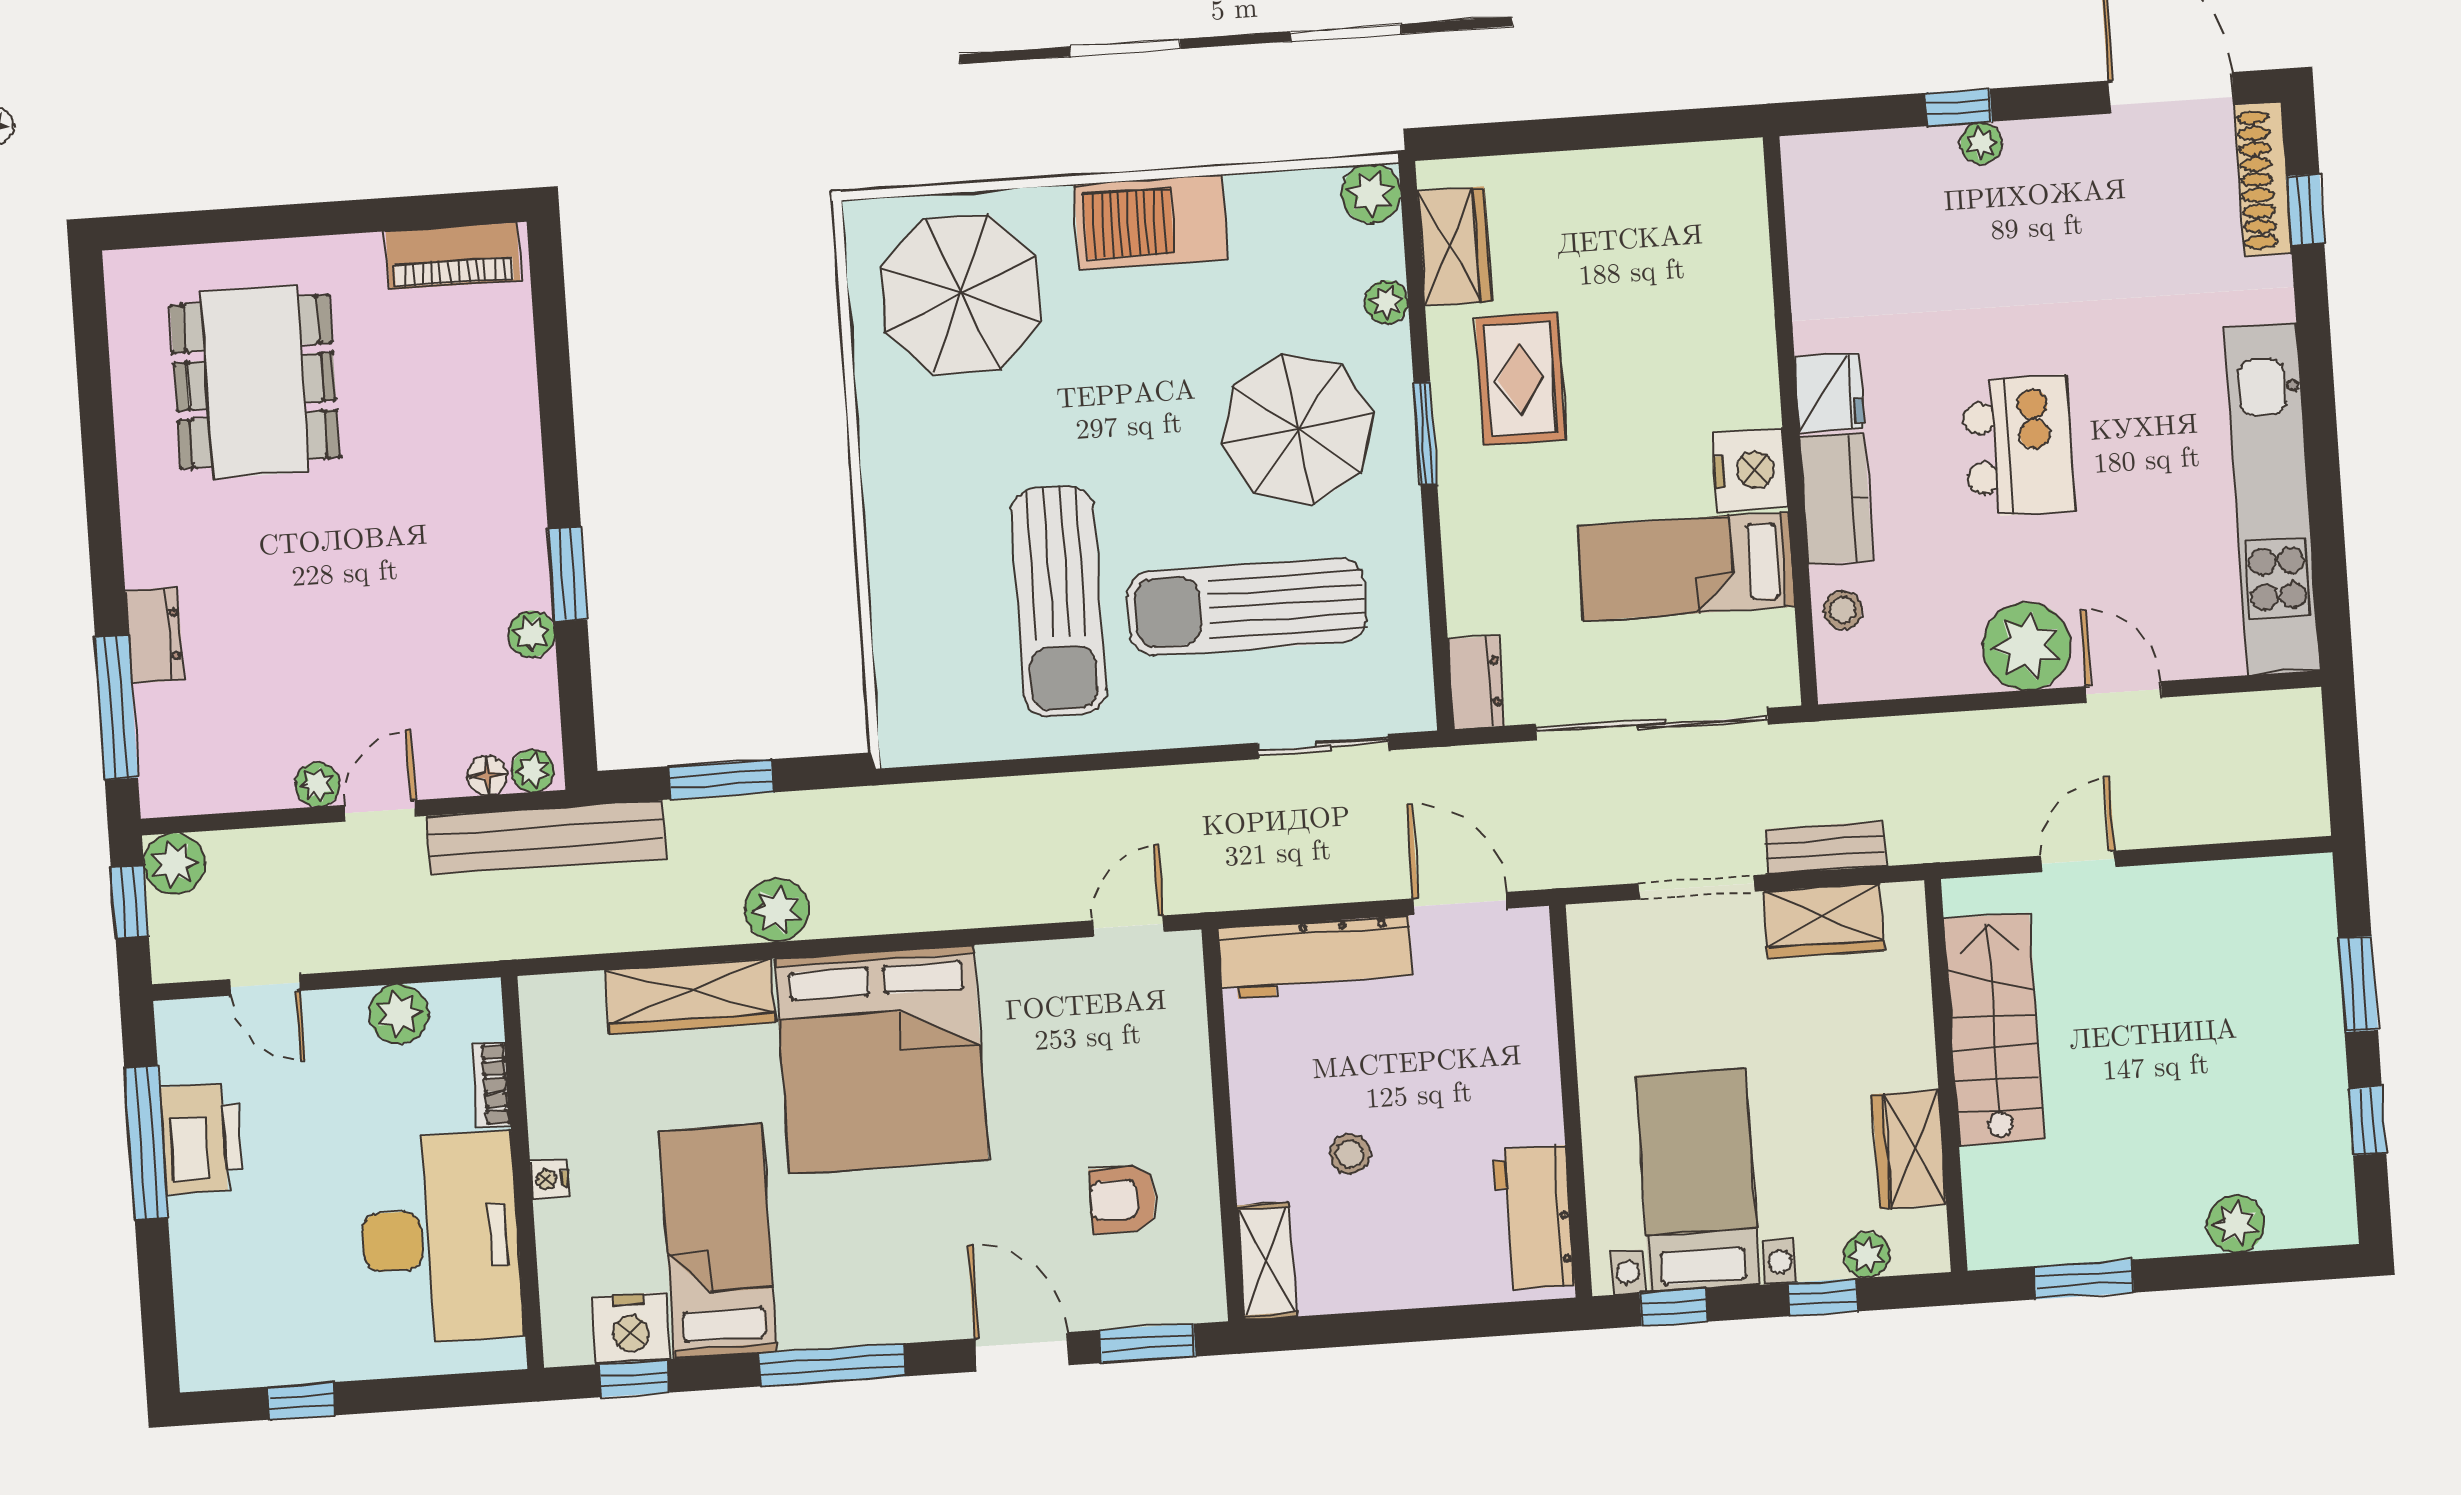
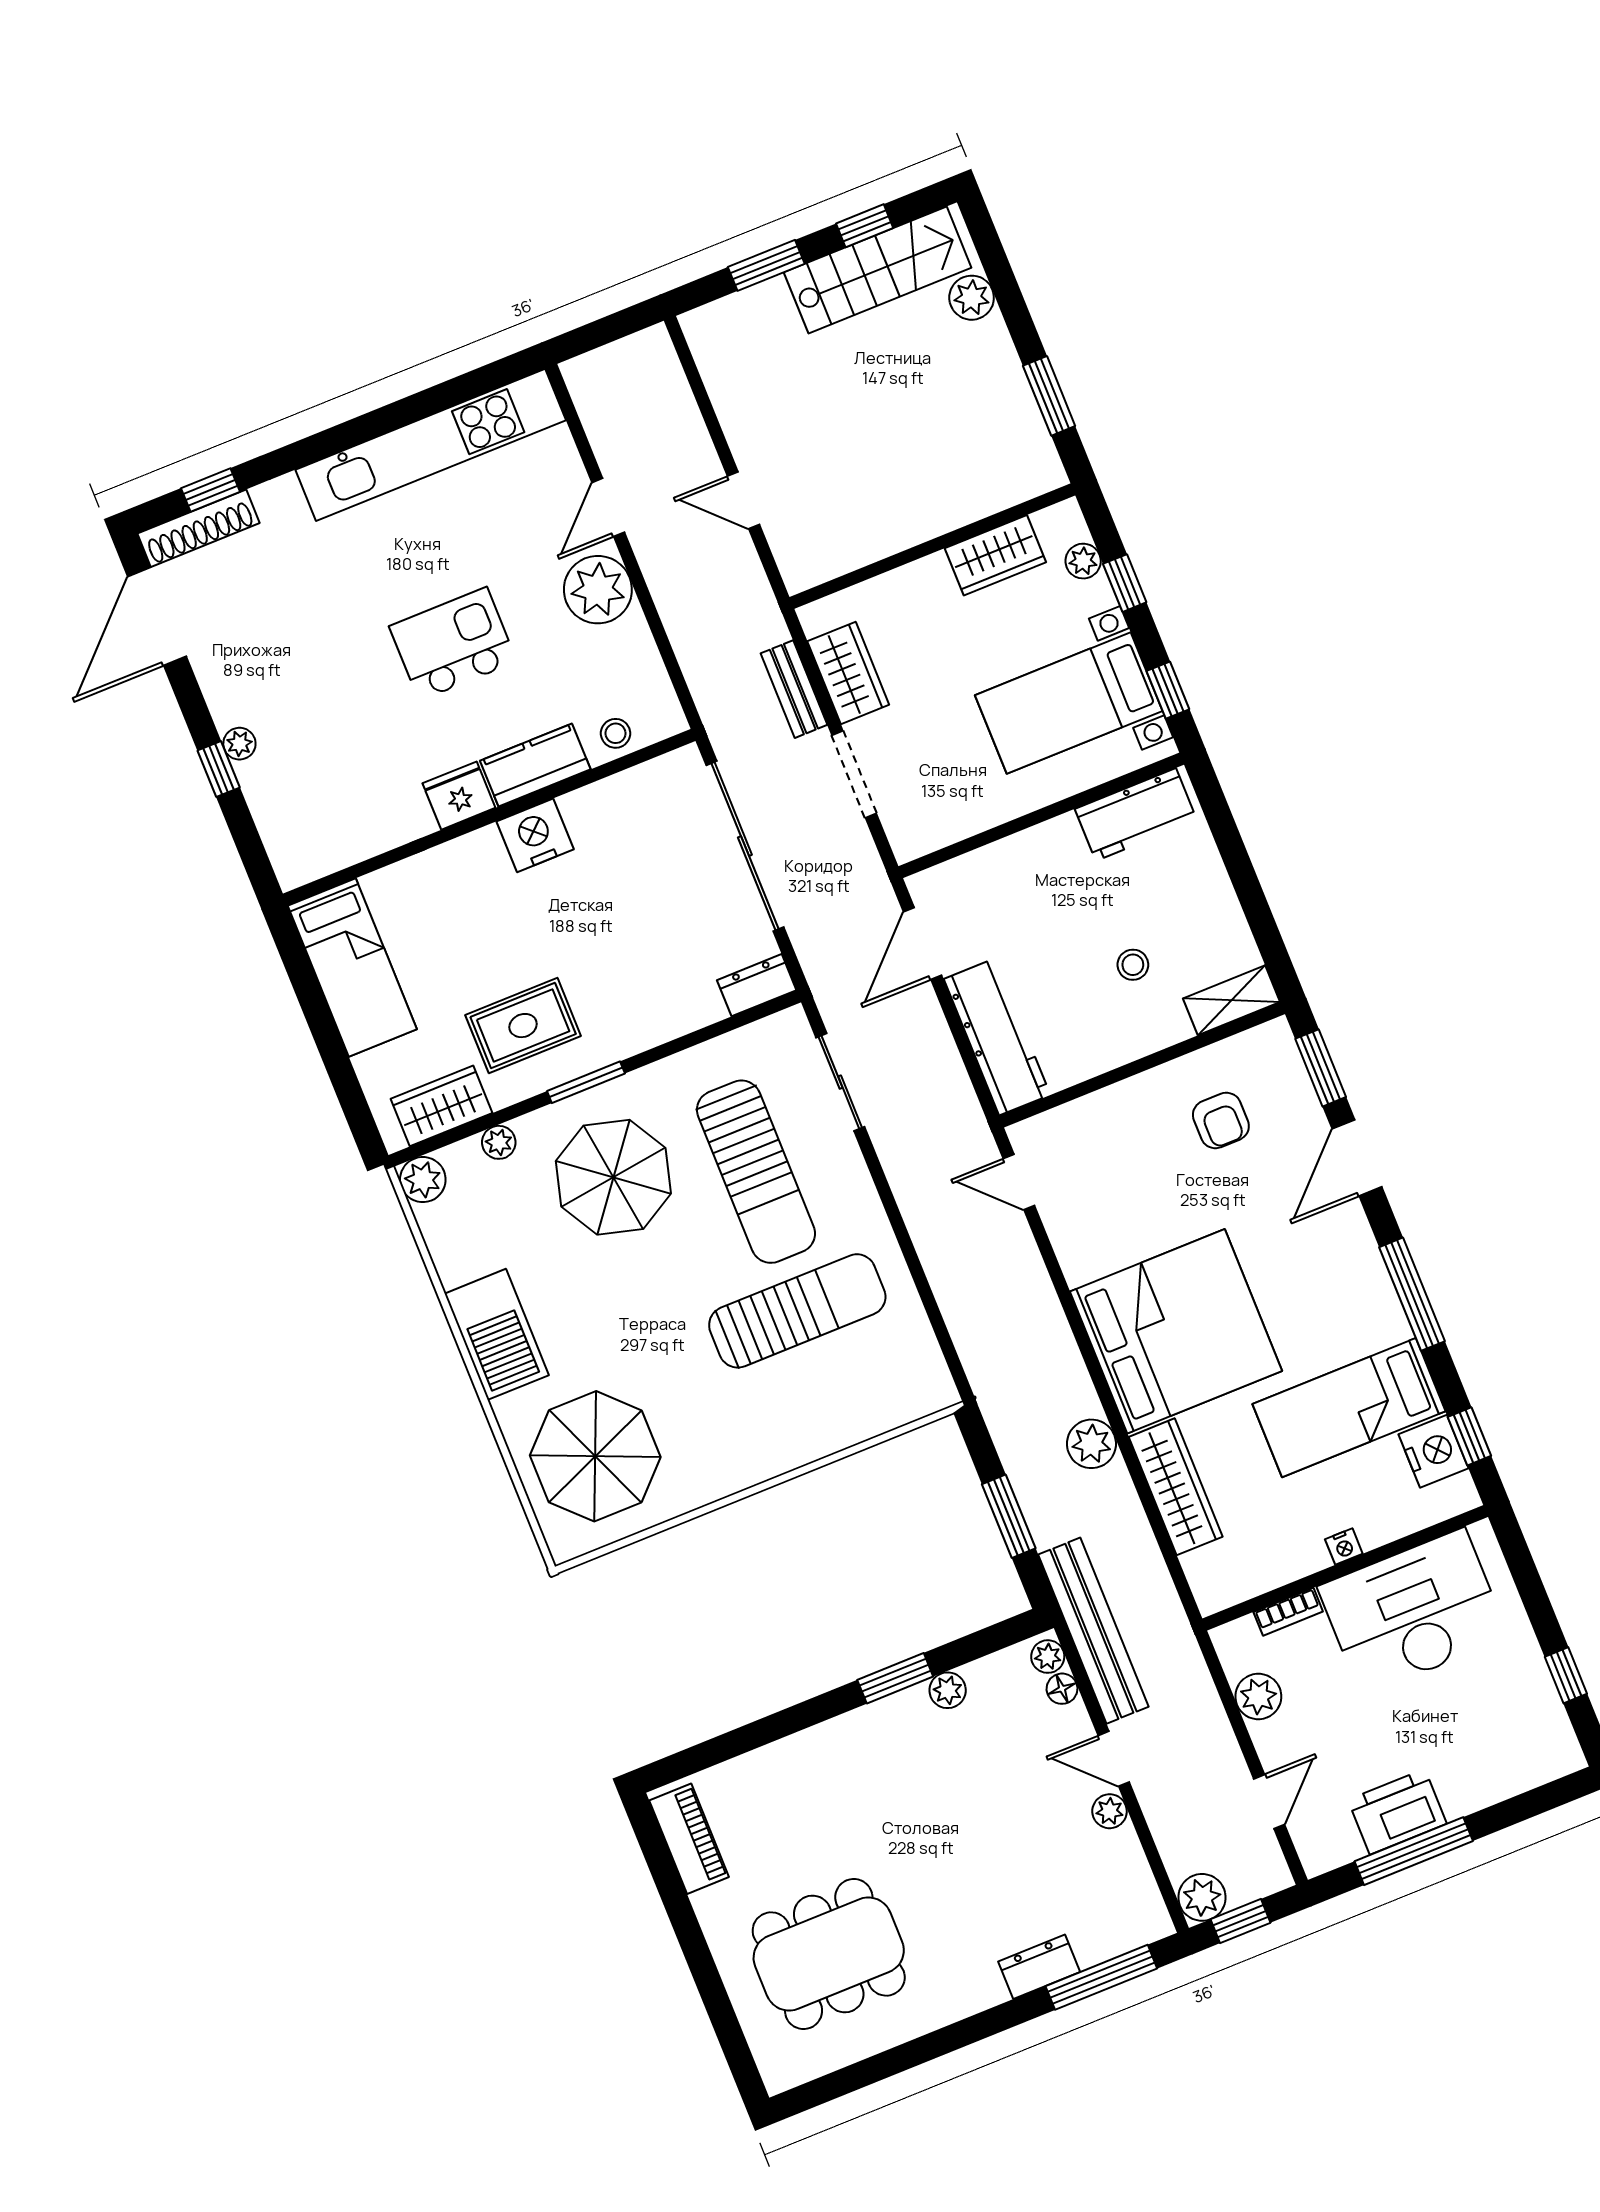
bed: (1686, 566) -> (352, 968), moved
stairs: (1994, 1029) -> (878, 270), moved, turned 180

